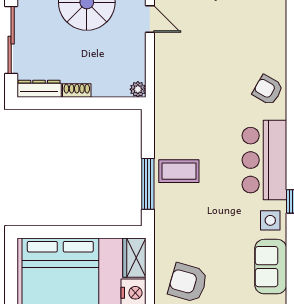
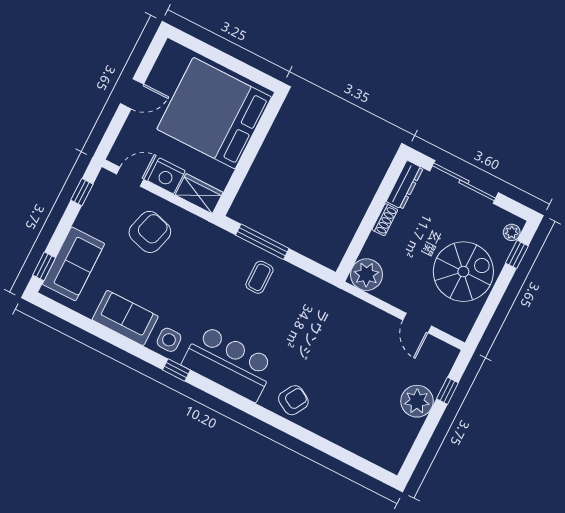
door: (150, 19) -> (417, 323), hinge flipped
plant: (138, 89) -> (366, 275), width x1.87, depth x1.87
coffee table: (179, 171) -> (259, 277), width x0.73, depth x0.77

